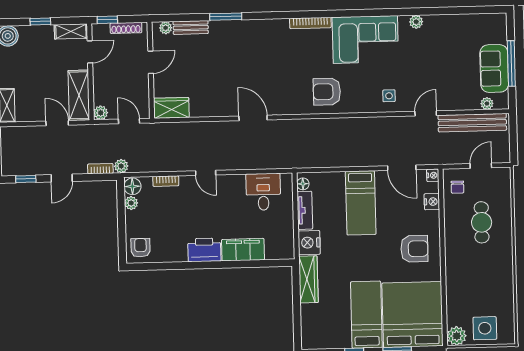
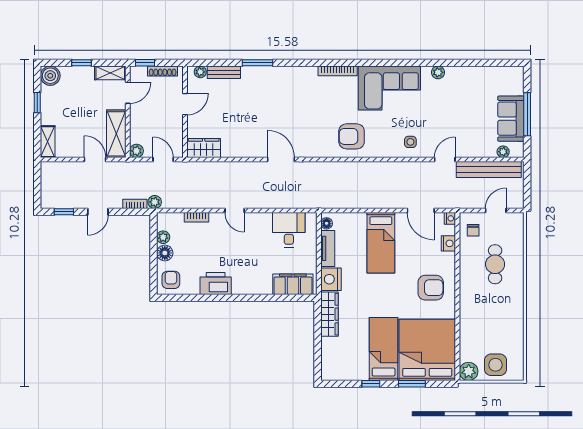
floor lamp: (132, 186) -> (165, 253), moved
printer: (204, 250) -> (216, 284), moved
filing cabinet: (243, 250) -> (293, 284), moved

